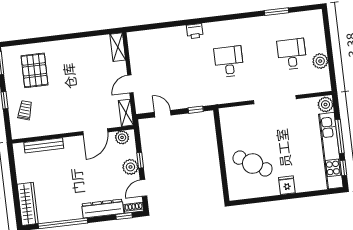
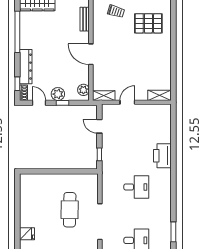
printer: (195, 31) -> (162, 156), width x1.87, depth x1.48
door: (130, 84) -> (127, 102), hinge flipped
door: (163, 114) -> (99, 126), swing flipped
door: (95, 132) -> (91, 54), moved
bench: (44, 145) -> (85, 19), width x0.73
cafe table: (253, 164) -> (70, 210), moved, turned -30
fridge: (287, 185) -> (27, 234), moved

